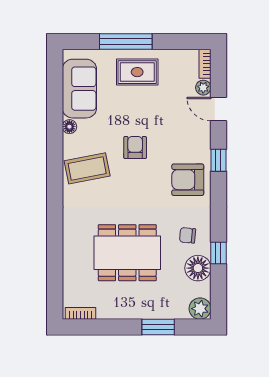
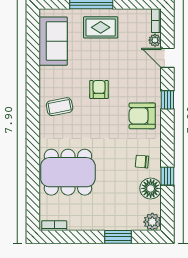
floor lamp: (69, 127) -> (45, 72), removed
coffee table: (87, 168) -> (60, 107), width x0.73, depth x0.77
dining table: (127, 253) -> (68, 172), moved

